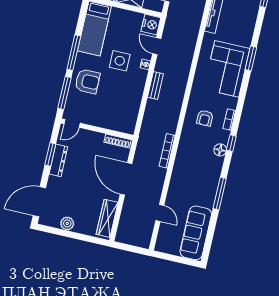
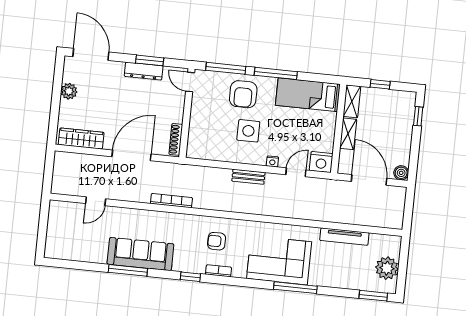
window: (251, 58) -> (295, 288), width x1.44
side table: (120, 61) -> (248, 131), moved
floor lamp: (220, 150) -> (181, 264), removed
sofa: (196, 233) -> (140, 254), moved

